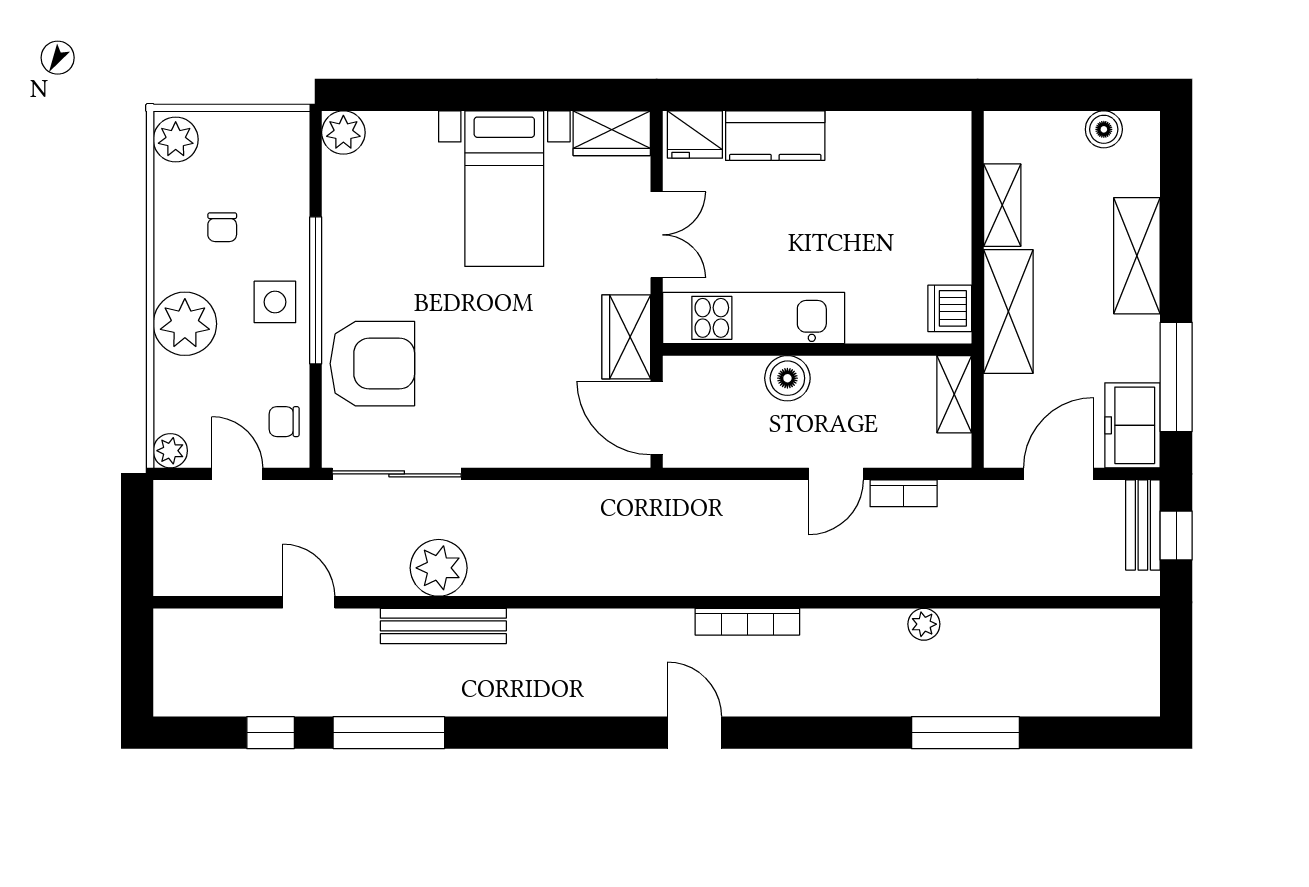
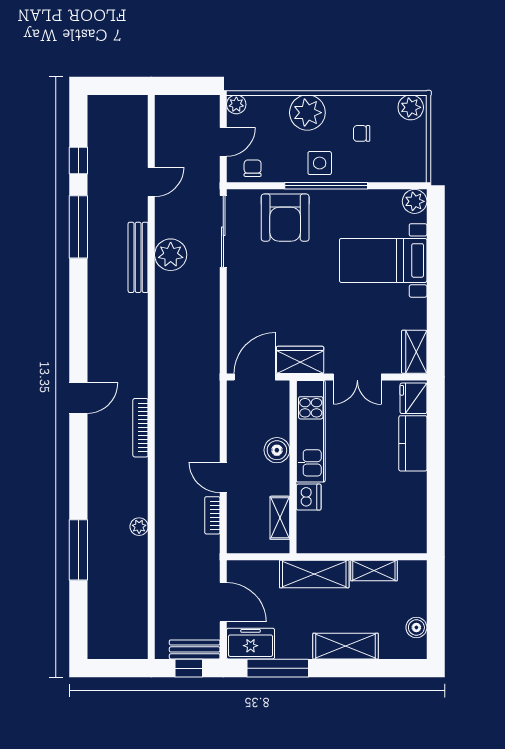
bed with nightstands: (504, 189) -> (383, 260), moved
dishwasher: (950, 308) -> (309, 497), moved, turned 90
shelving: (954, 394) -> (280, 518), moved, turned 90

